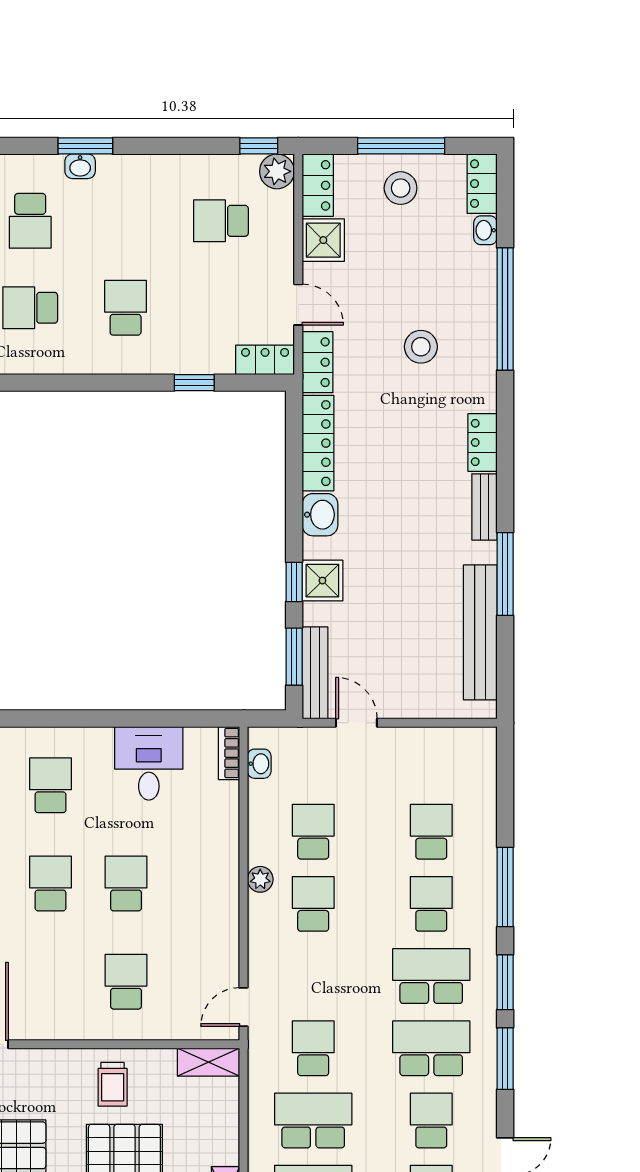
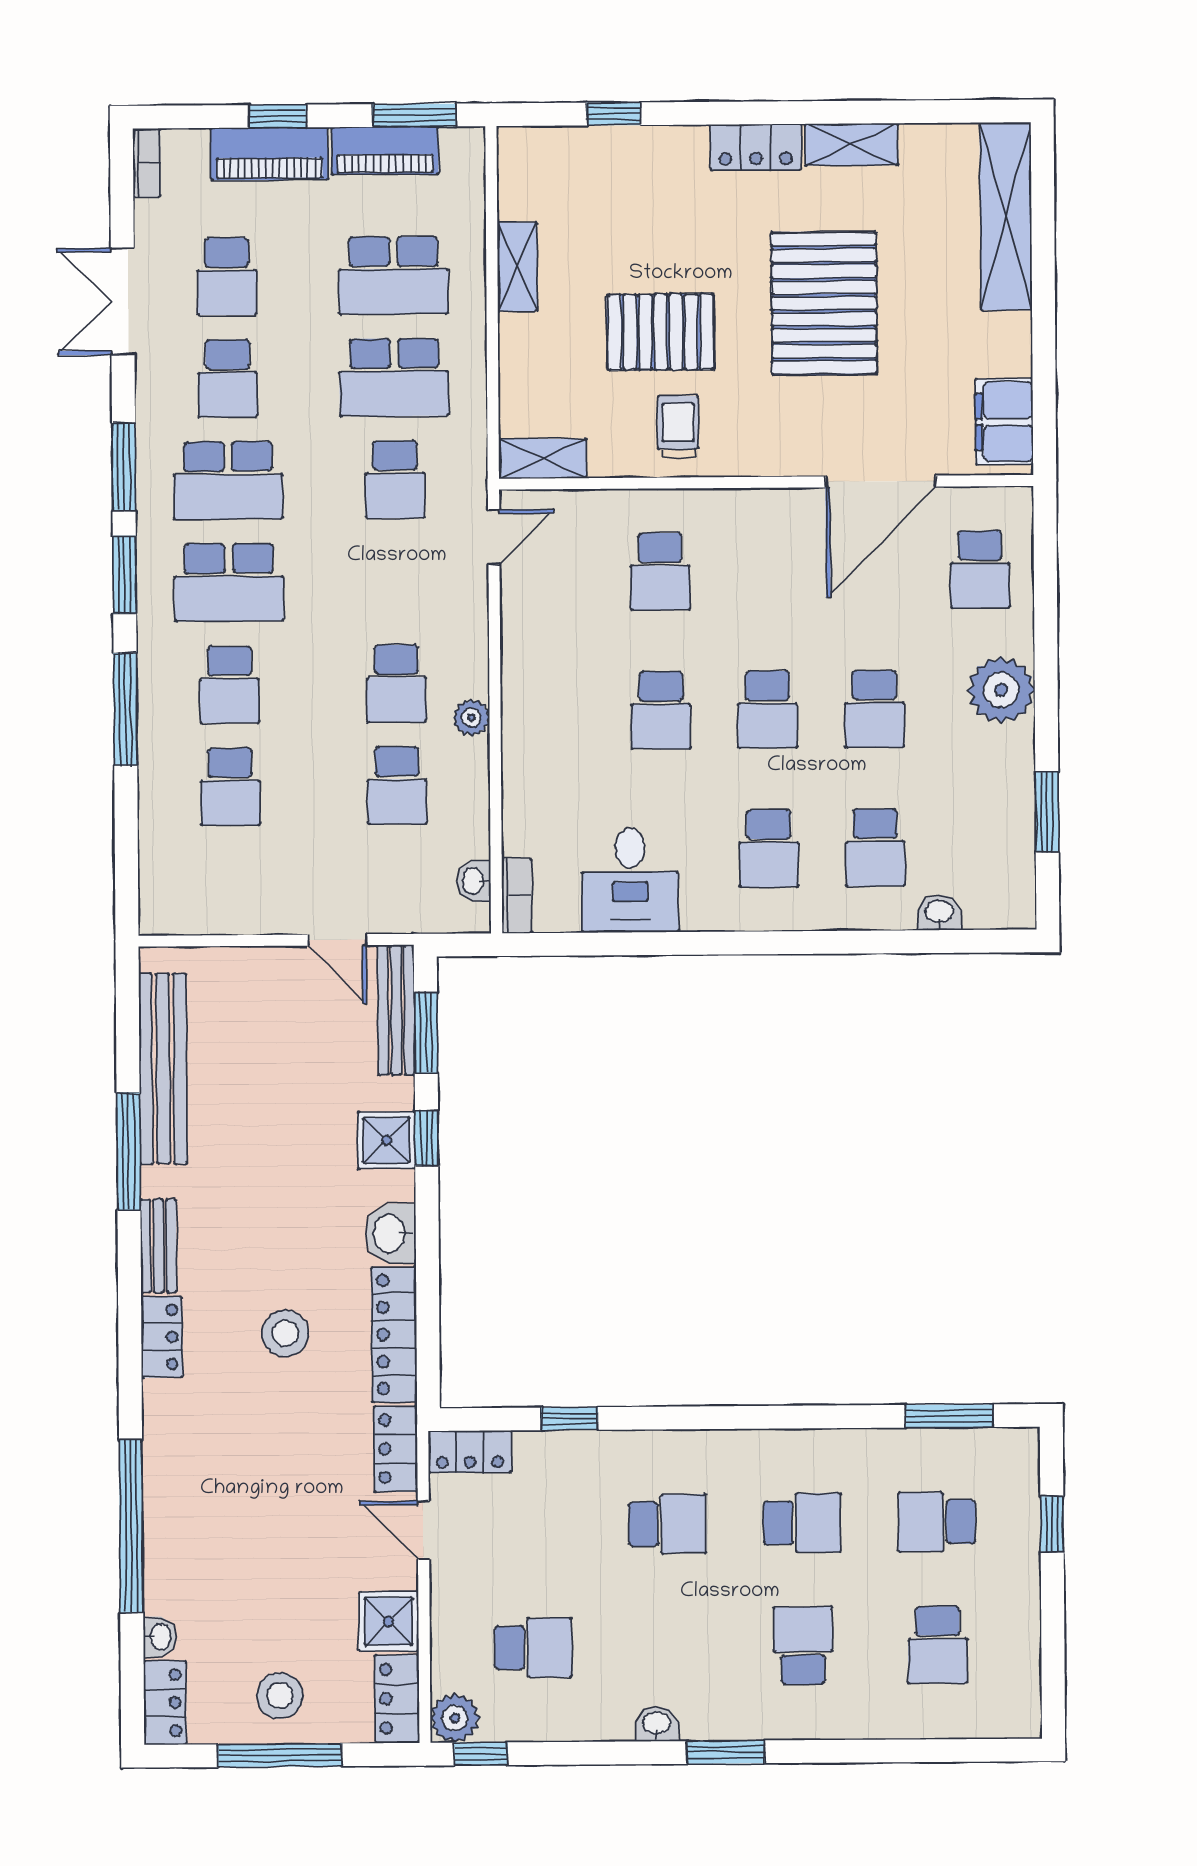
washbasin: (80, 166) -> (657, 1724), moved
school desk: (126, 308) -> (667, 1524), turned -90
stool: (421, 347) -> (285, 1333), moved

